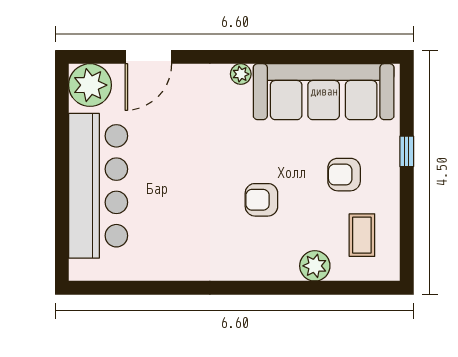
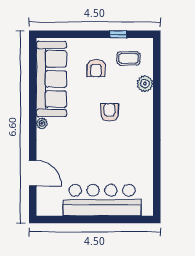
plant: (90, 85) -> (48, 204), removed
window: (407, 151) -> (118, 34), moved
armchair: (261, 200) -> (109, 112), turned 180

